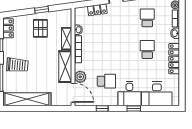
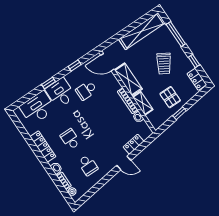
school desk: (147, 50) -> (70, 139), turned 180
trolley: (17, 65) -> (164, 64), moved, turned -64
plant: (80, 77) -> (110, 79), removed

